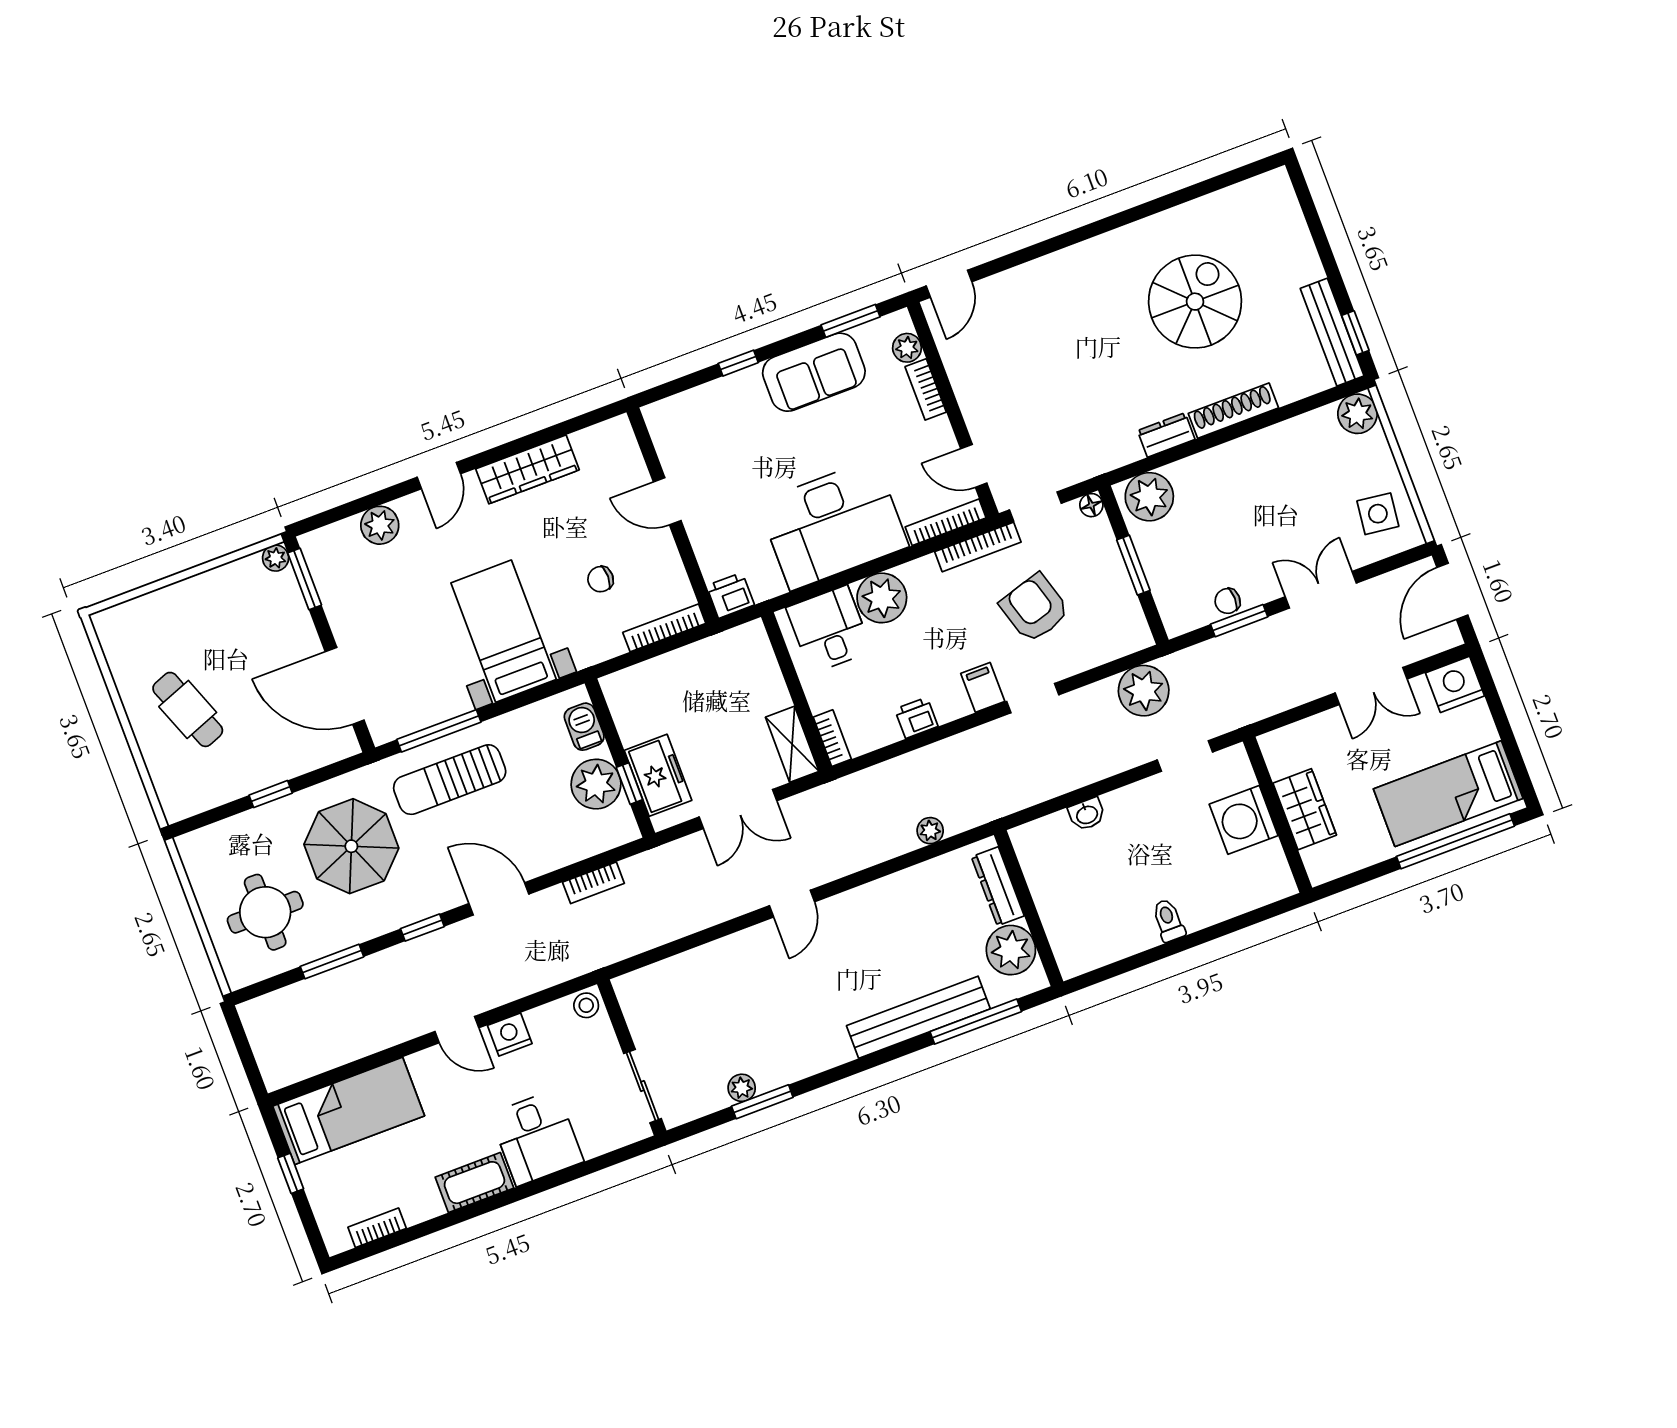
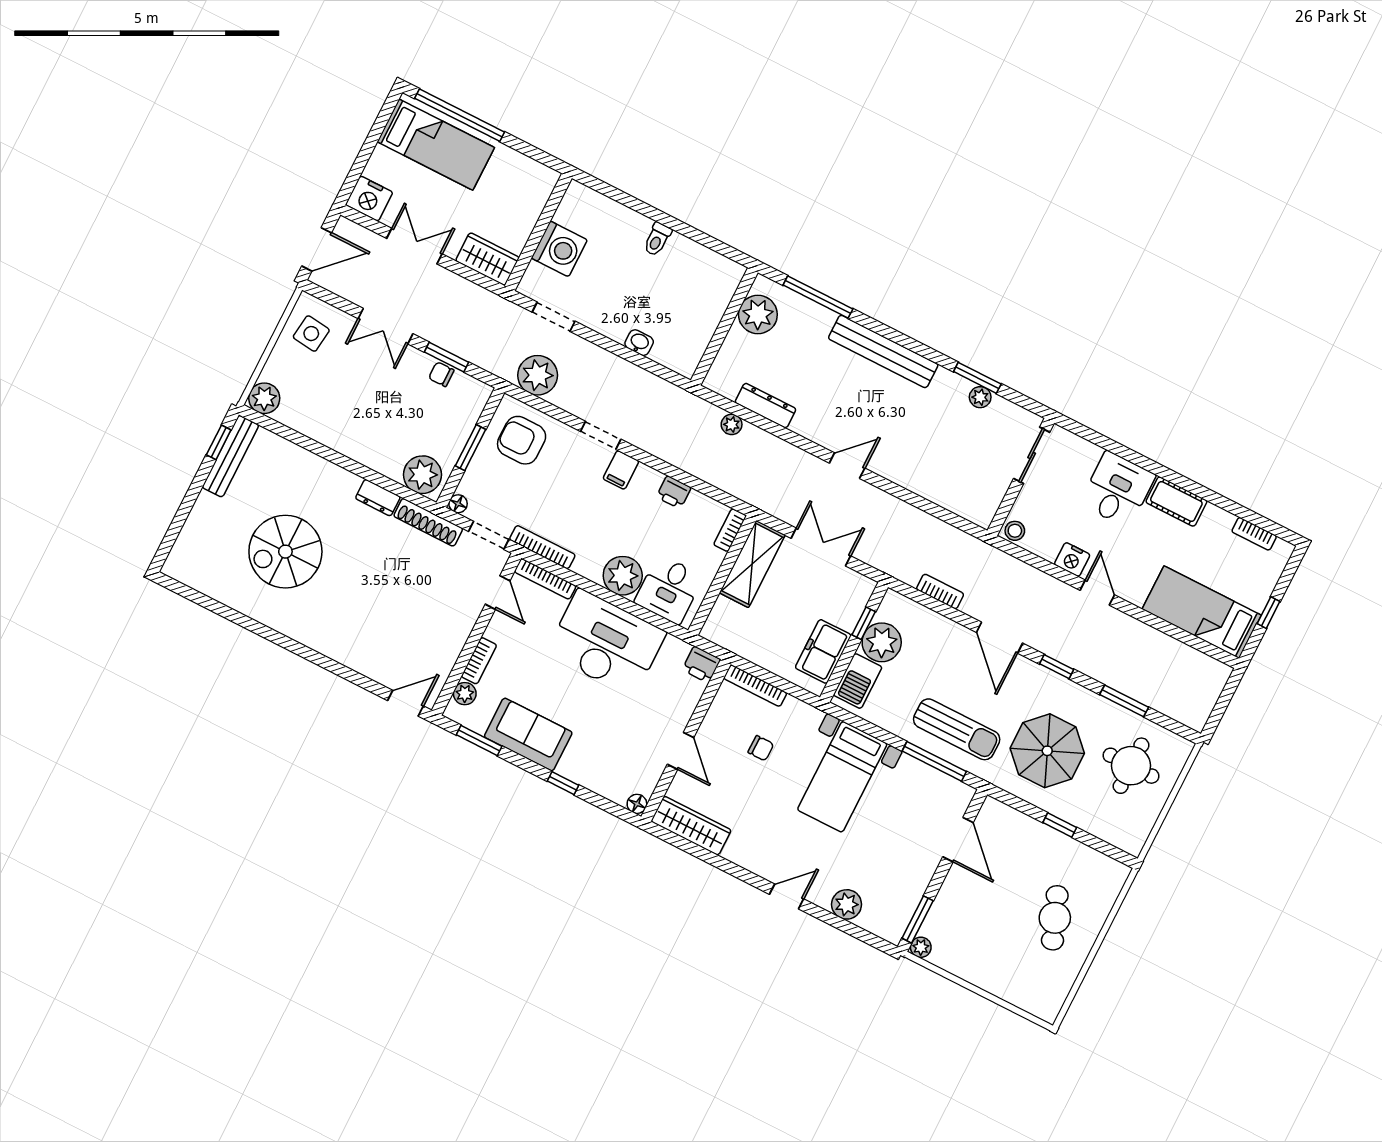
shoe rack: (1233, 411) -> (428, 522), moved
floor lamp: (655, 415) -> (637, 804), added
wardrobe: (527, 469) -> (691, 826), moved
chair: (1228, 601) -> (441, 374), turned 180
armchair: (1035, 608) -> (522, 440), moved, turned 107
door: (345, 686) -> (958, 840), width x0.73
barbecue: (584, 727) -> (858, 681), width x1.38, depth x1.27
shelving: (792, 744) -> (752, 564), width x1.50, depth x1.33
freezer: (658, 775) -> (823, 651), moved
wardrobe: (1305, 809) -> (487, 259), moved, turned 90
dresser: (998, 886) -> (765, 406), moved, turned -90
bench: (918, 1017) -> (883, 351), moved

